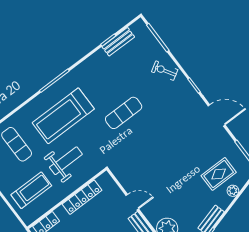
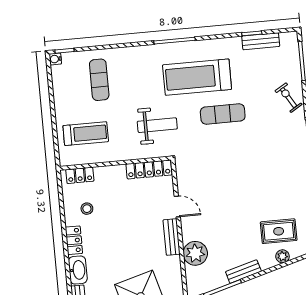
treadmill: (63, 116) -> (197, 77), moved
weight bench: (66, 161) -> (157, 125), moved
locker: (82, 197) -> (149, 169), moved

